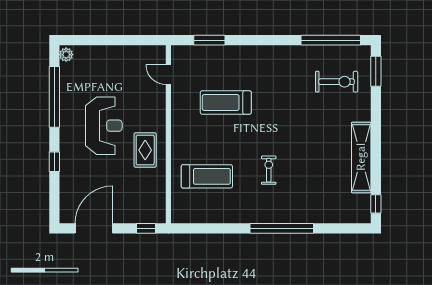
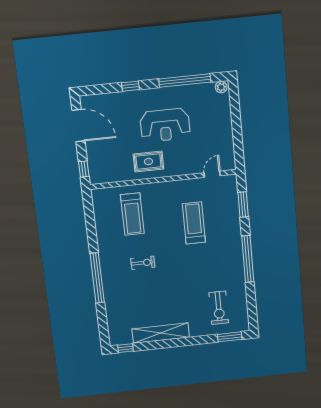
window: (331, 40) -> (248, 259), moved

